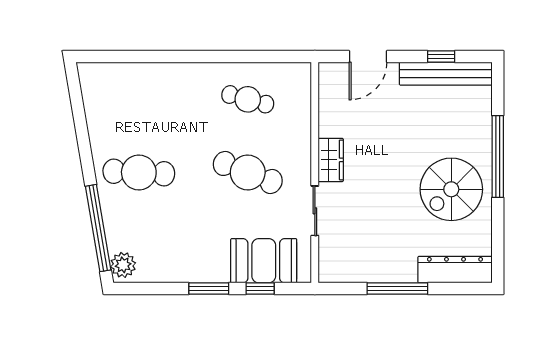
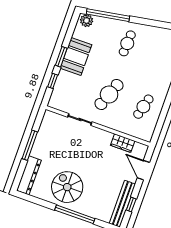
wardrobe: (331, 160) -> (123, 143), moved
cafe table: (139, 172) -> (127, 43), width x0.73, depth x0.74
booth: (264, 261) -> (76, 57), moved

